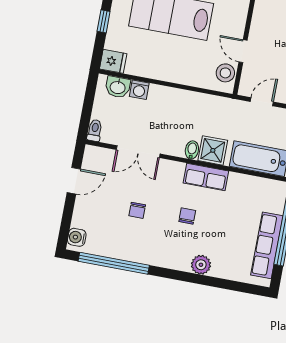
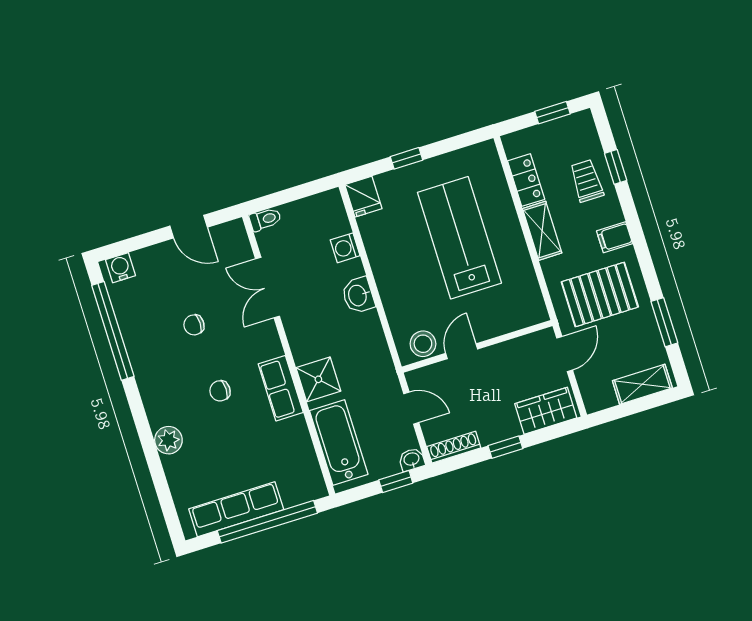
washbasin: (118, 87) -> (358, 295), moved
bidet: (192, 150) -> (305, 353), removed
chair: (187, 216) -> (220, 391), turned 180

